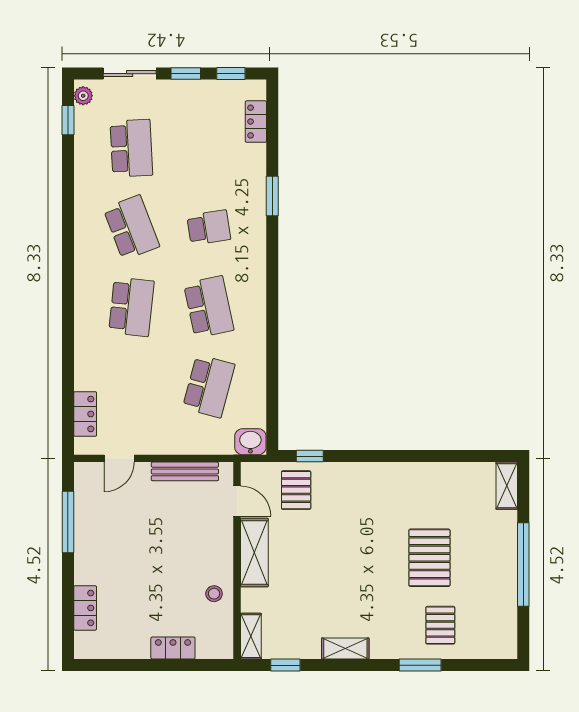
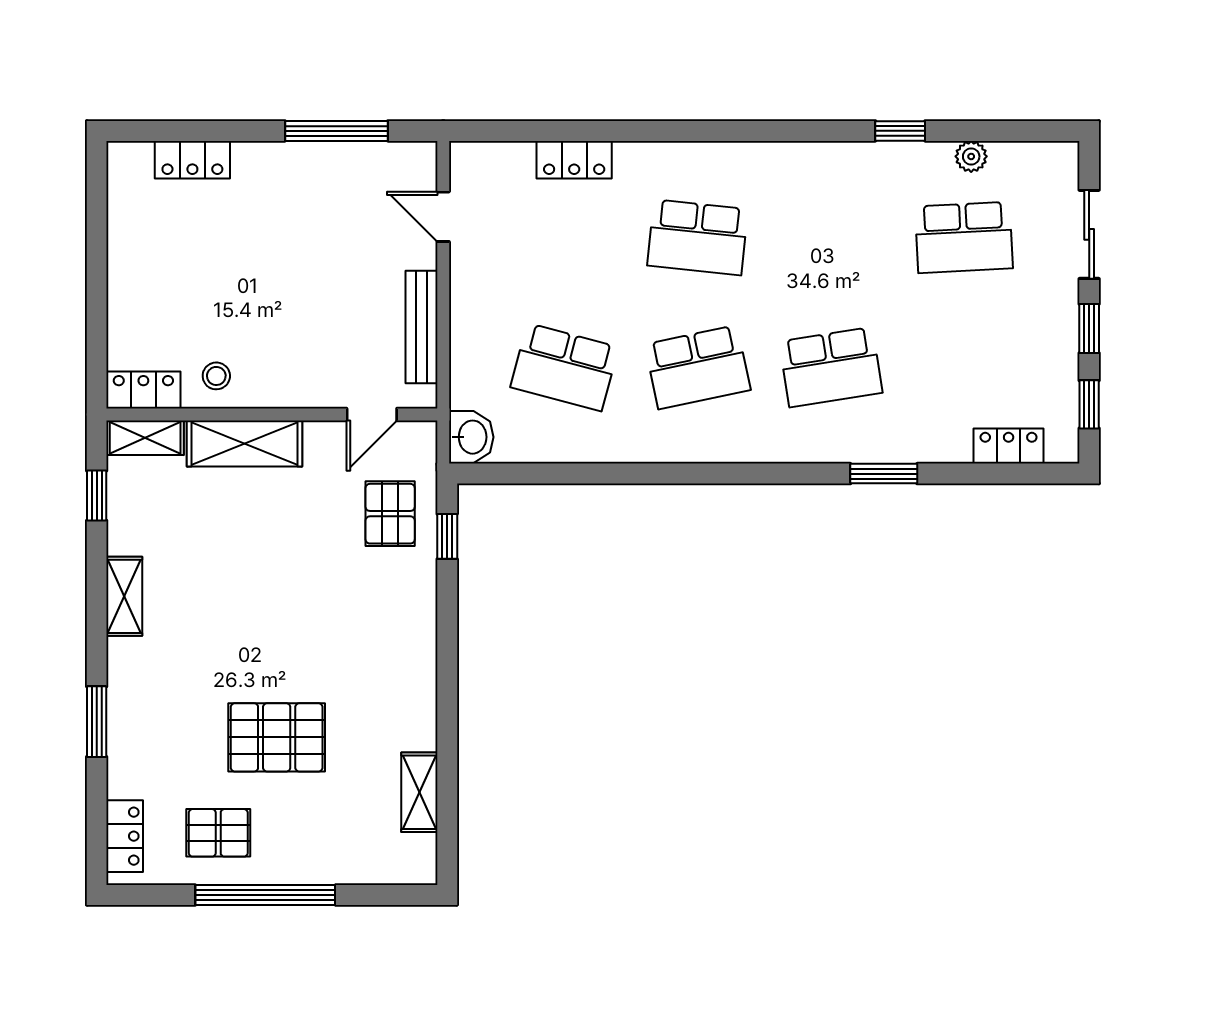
plant: (83, 96) -> (971, 156), moved
window: (68, 120) -> (900, 131), moved
school desk: (131, 227) -> (831, 237), removed
school desk: (209, 227) -> (831, 367), width x1.85
locker: (85, 414) -> (574, 160), moved
shelving: (507, 486) -> (419, 792), moved, turned 90
pallet: (296, 490) -> (390, 514), turned 90
shelving: (254, 553) -> (245, 443), moved
pallet: (440, 625) -> (218, 833), moved
locker: (173, 648) -> (143, 390), moved, turned -90
locker: (488, 648) -> (125, 836), added

